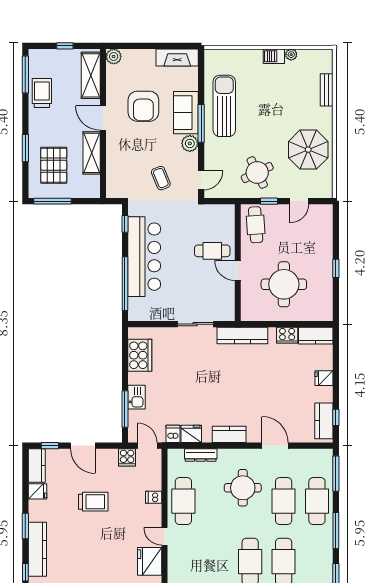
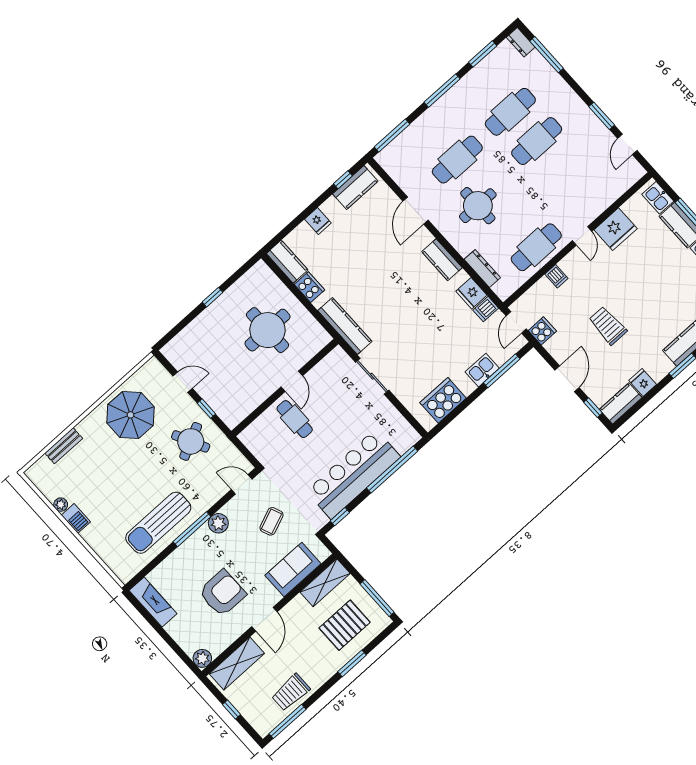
sofa: (186, 113) -> (293, 570), moved, turned 180
shelving: (92, 153) -> (325, 583), moved
cafe table: (256, 225) -> (238, 402), removed
cafe table: (317, 501) -> (431, 130), removed

